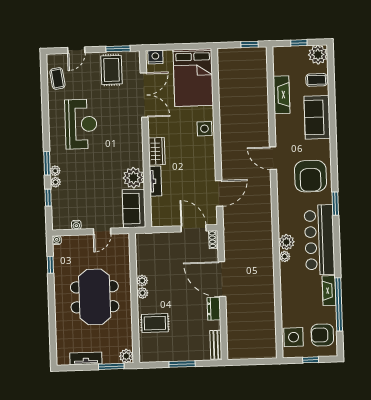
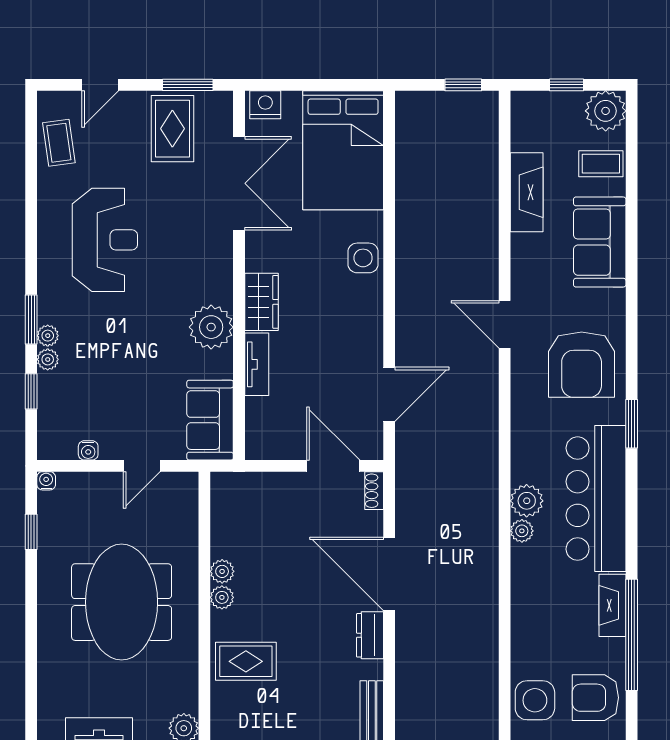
plant: (133, 178) -> (211, 327), moved

